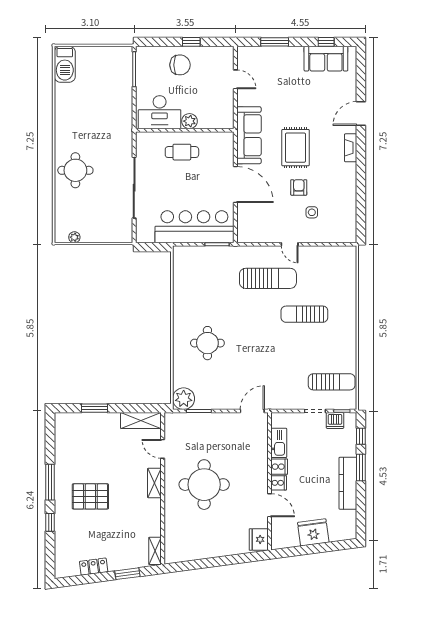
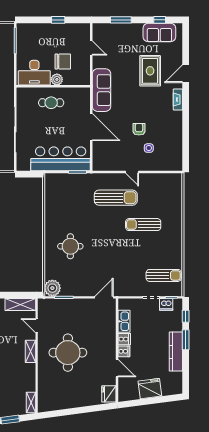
chair: (180, 65) -> (63, 61), moved
rug: (296, 148) -> (150, 71), moved

